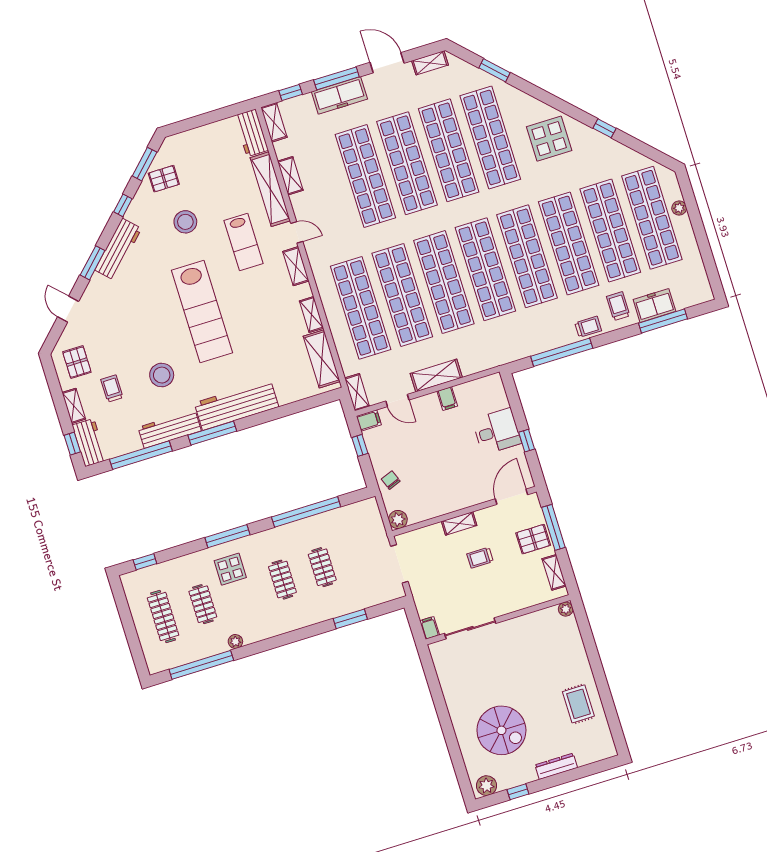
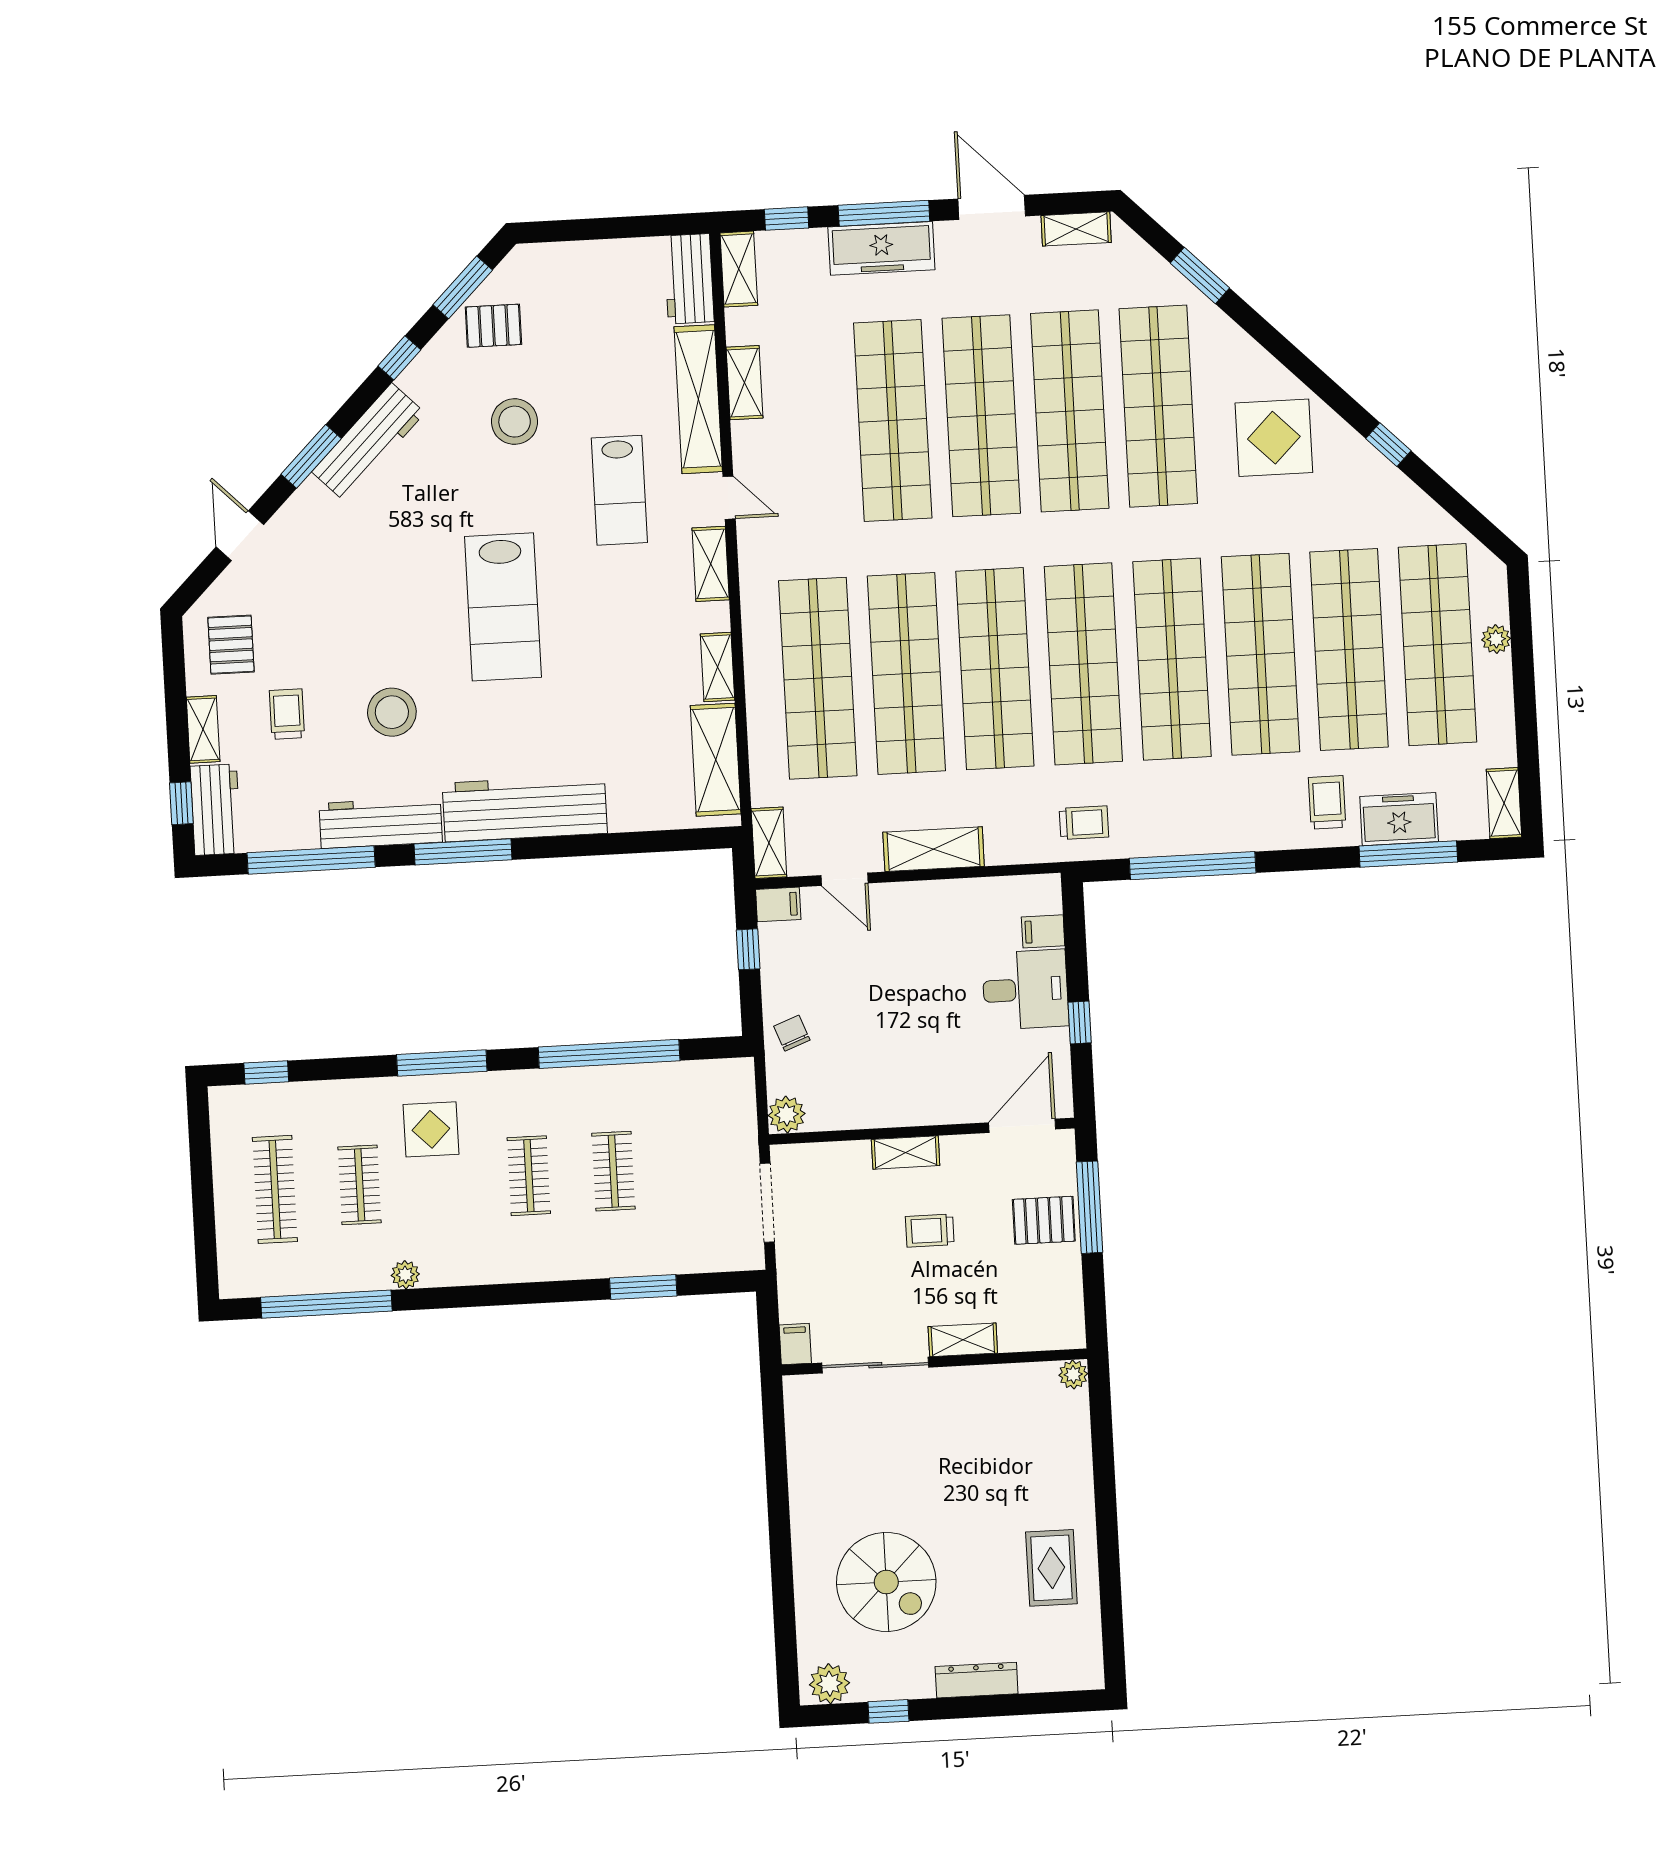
shelving: (703, 285) -> (1504, 803), added
lab bench: (202, 312) -> (503, 607), width x0.73
trolley: (588, 327) -> (1084, 823), moved
filing cabinet: (447, 398) -> (1043, 931), moved, turned 90
shelving: (554, 572) -> (963, 1340), moved, turned 90

